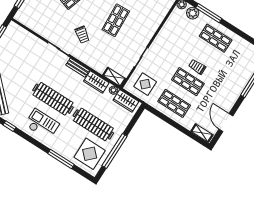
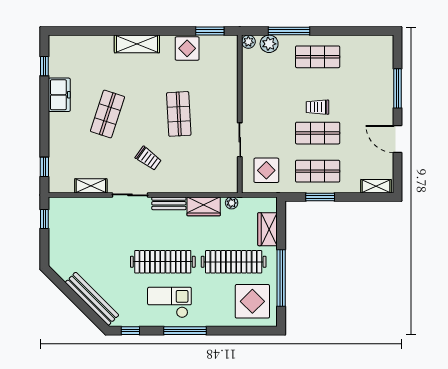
shelving: (114, 77) -> (91, 186), moved
wardrobe: (126, 101) -> (268, 229), moved, turned 90
window: (166, 119) -> (320, 197), added
door: (226, 123) -> (397, 139), moved
window: (61, 159) -> (185, 331), moved

